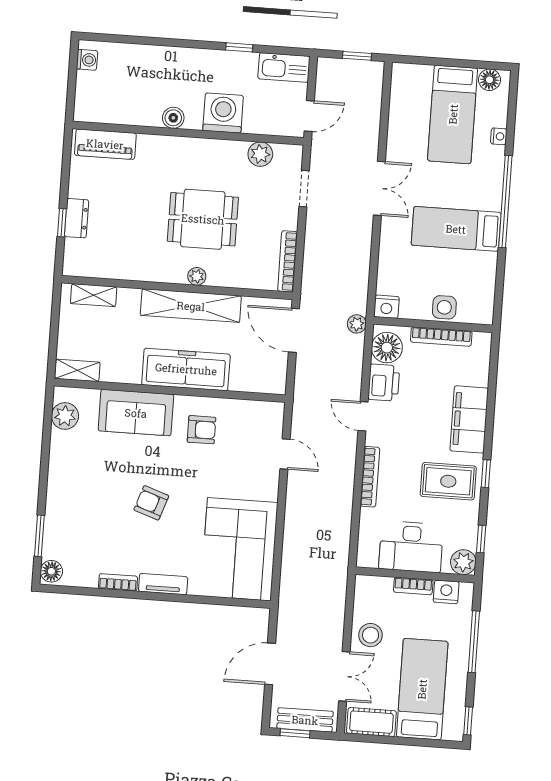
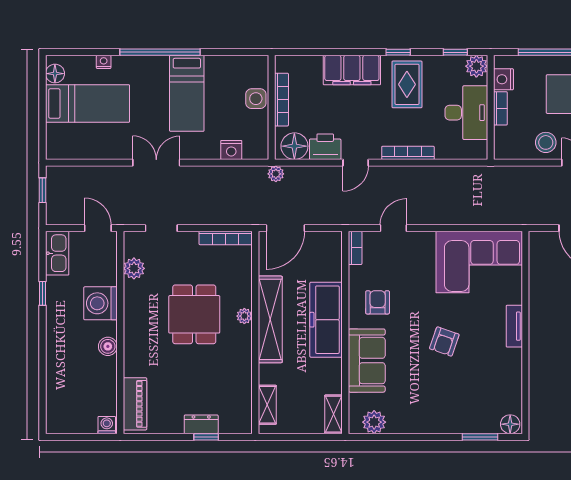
washing machine: (87, 60) -> (107, 425), moved
nightstand: (386, 307) -> (231, 150), moved, turned 90
bookcase: (118, 582) -> (355, 248), moved, turned 180

